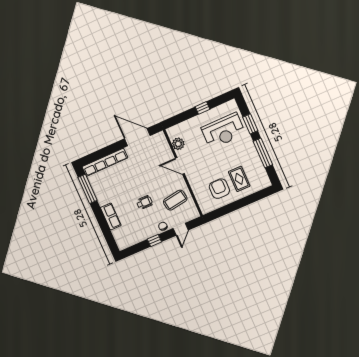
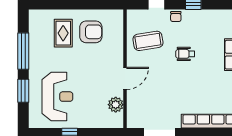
reception desk: (223, 131) -> (57, 97), turned 90
door: (180, 166) -> (125, 78), hinge flipped
armchair: (219, 189) -> (91, 32), turned -90

